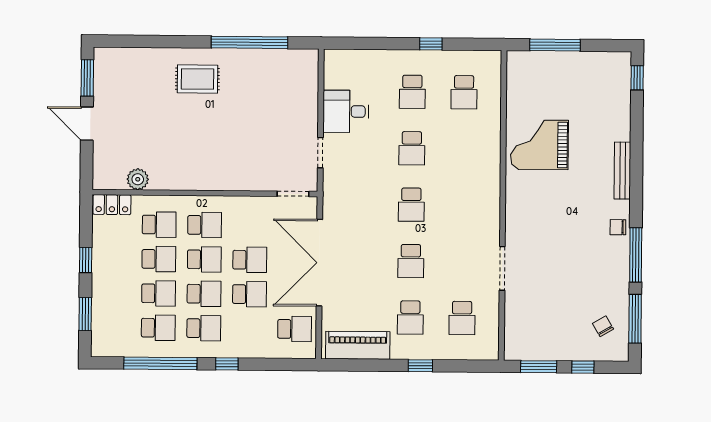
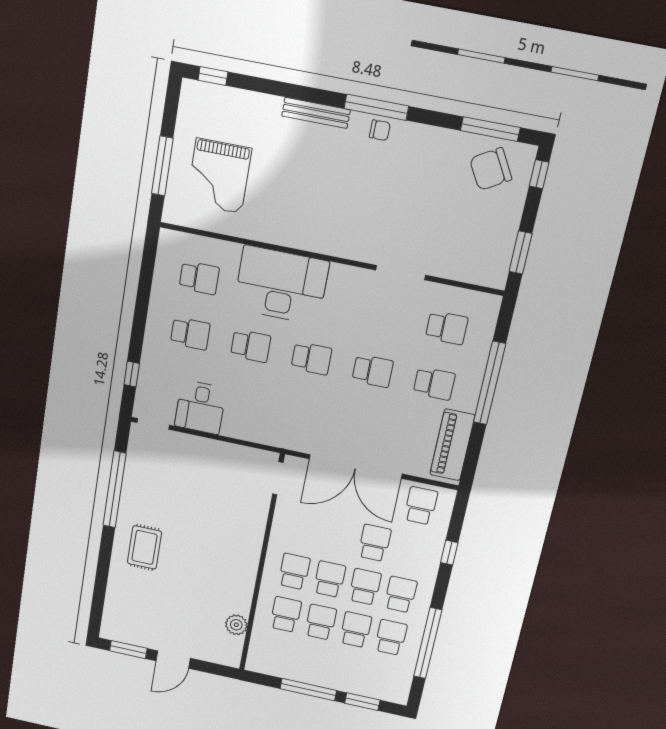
window: (431, 44) -> (132, 374), moved
grand piano: (540, 145) -> (219, 176), moved
doorway: (320, 153) -> (153, 424), moved
desk: (472, 166) -> (281, 285), added
locker: (112, 205) -> (257, 654), removed
chair: (618, 227) -> (380, 130), turned -90
window: (636, 255) -> (376, 107), moved
window: (86, 260) -> (308, 690), width x2.17
school desk: (250, 260) -> (339, 535), removed
chair: (603, 326) -> (491, 169), width x1.87, depth x1.87
window: (227, 364) -> (449, 553), moved
window: (420, 366) -> (490, 383), width x3.17
window: (583, 367) -> (539, 174), moved

